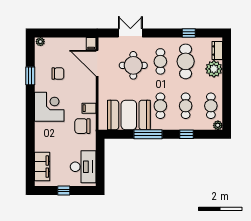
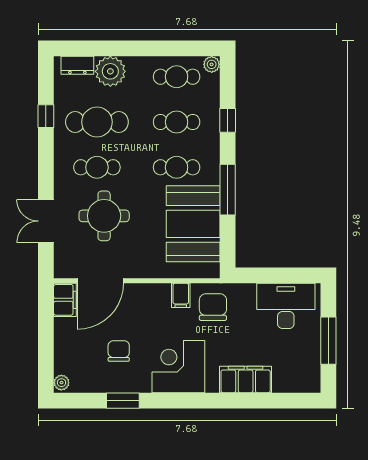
filing cabinet: (91, 44) -> (65, 300), width x2.00
chair: (82, 126) -> (213, 307), turned 180
filing cabinet: (42, 167) -> (246, 379), moved
window: (64, 190) -> (328, 341), width x2.17

